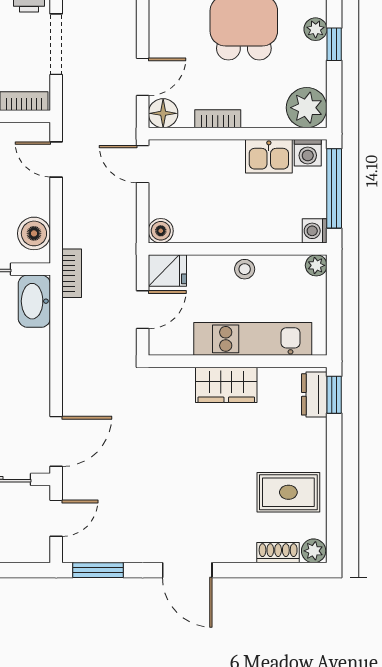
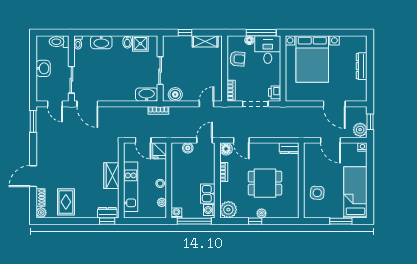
boiler: (161, 231) -> (188, 148), moved
plant: (316, 265) -> (162, 202), moved
door: (187, 570) -> (33, 176), moved

